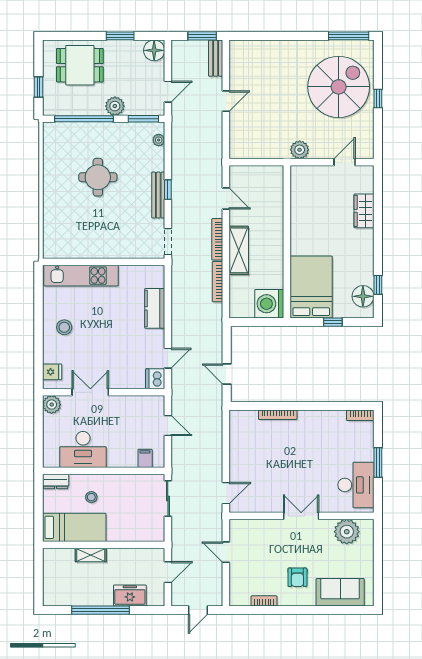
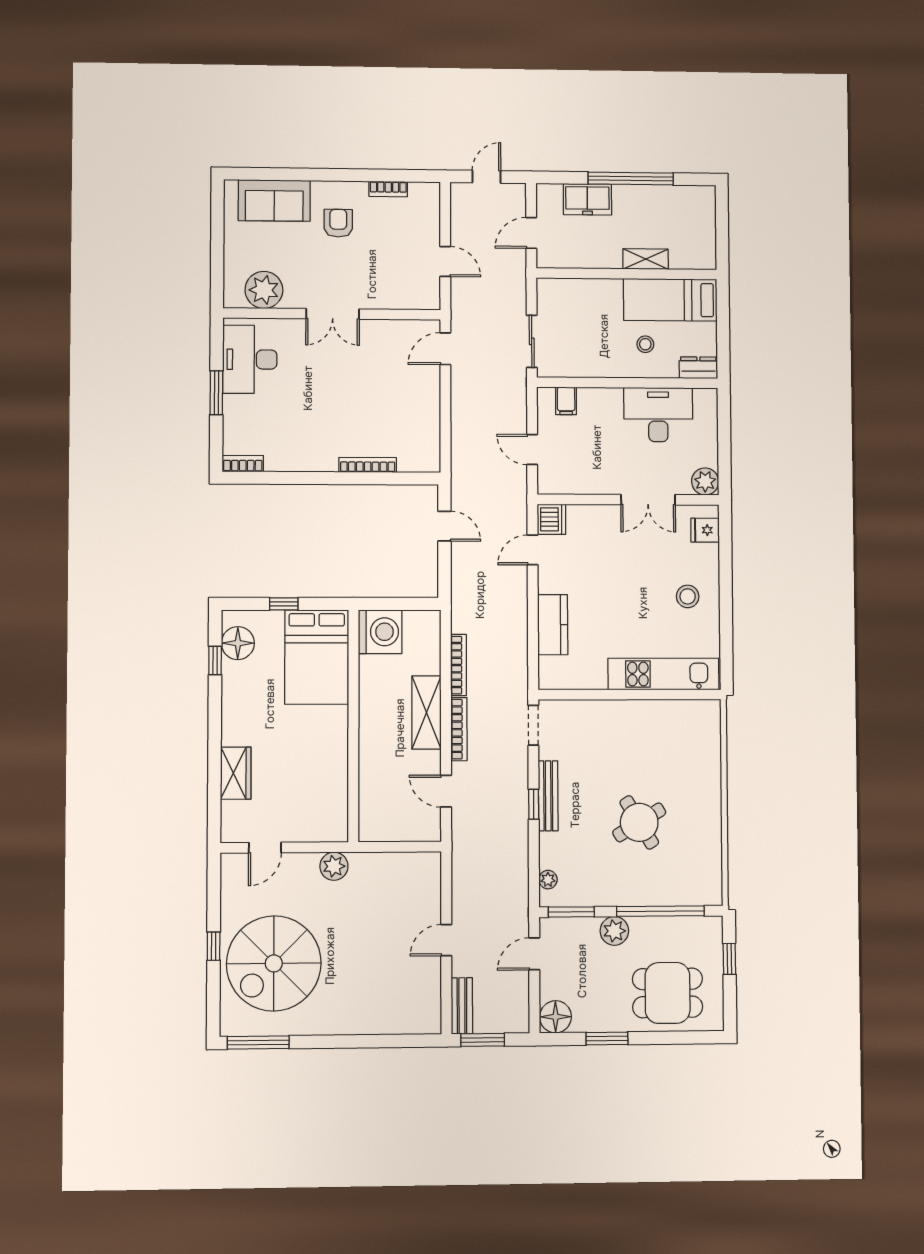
round table: (98, 177) -> (639, 822), turned -31

